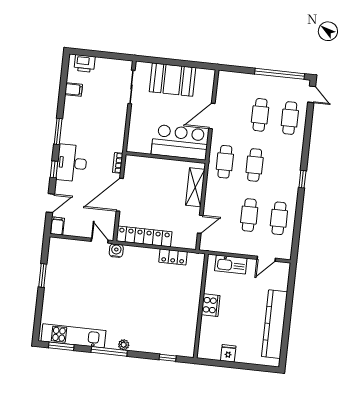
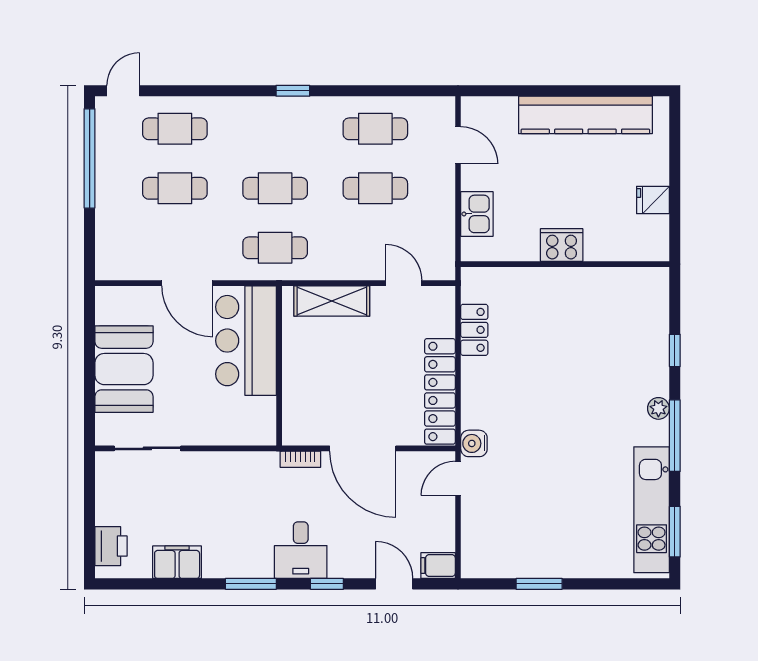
filing cabinet: (74, 90) -> (177, 562), width x2.00
desk: (72, 163) -> (301, 550), width x0.73
kitchen sink: (231, 264) -> (477, 214), width x0.73
window: (168, 358) -> (675, 350), moved

